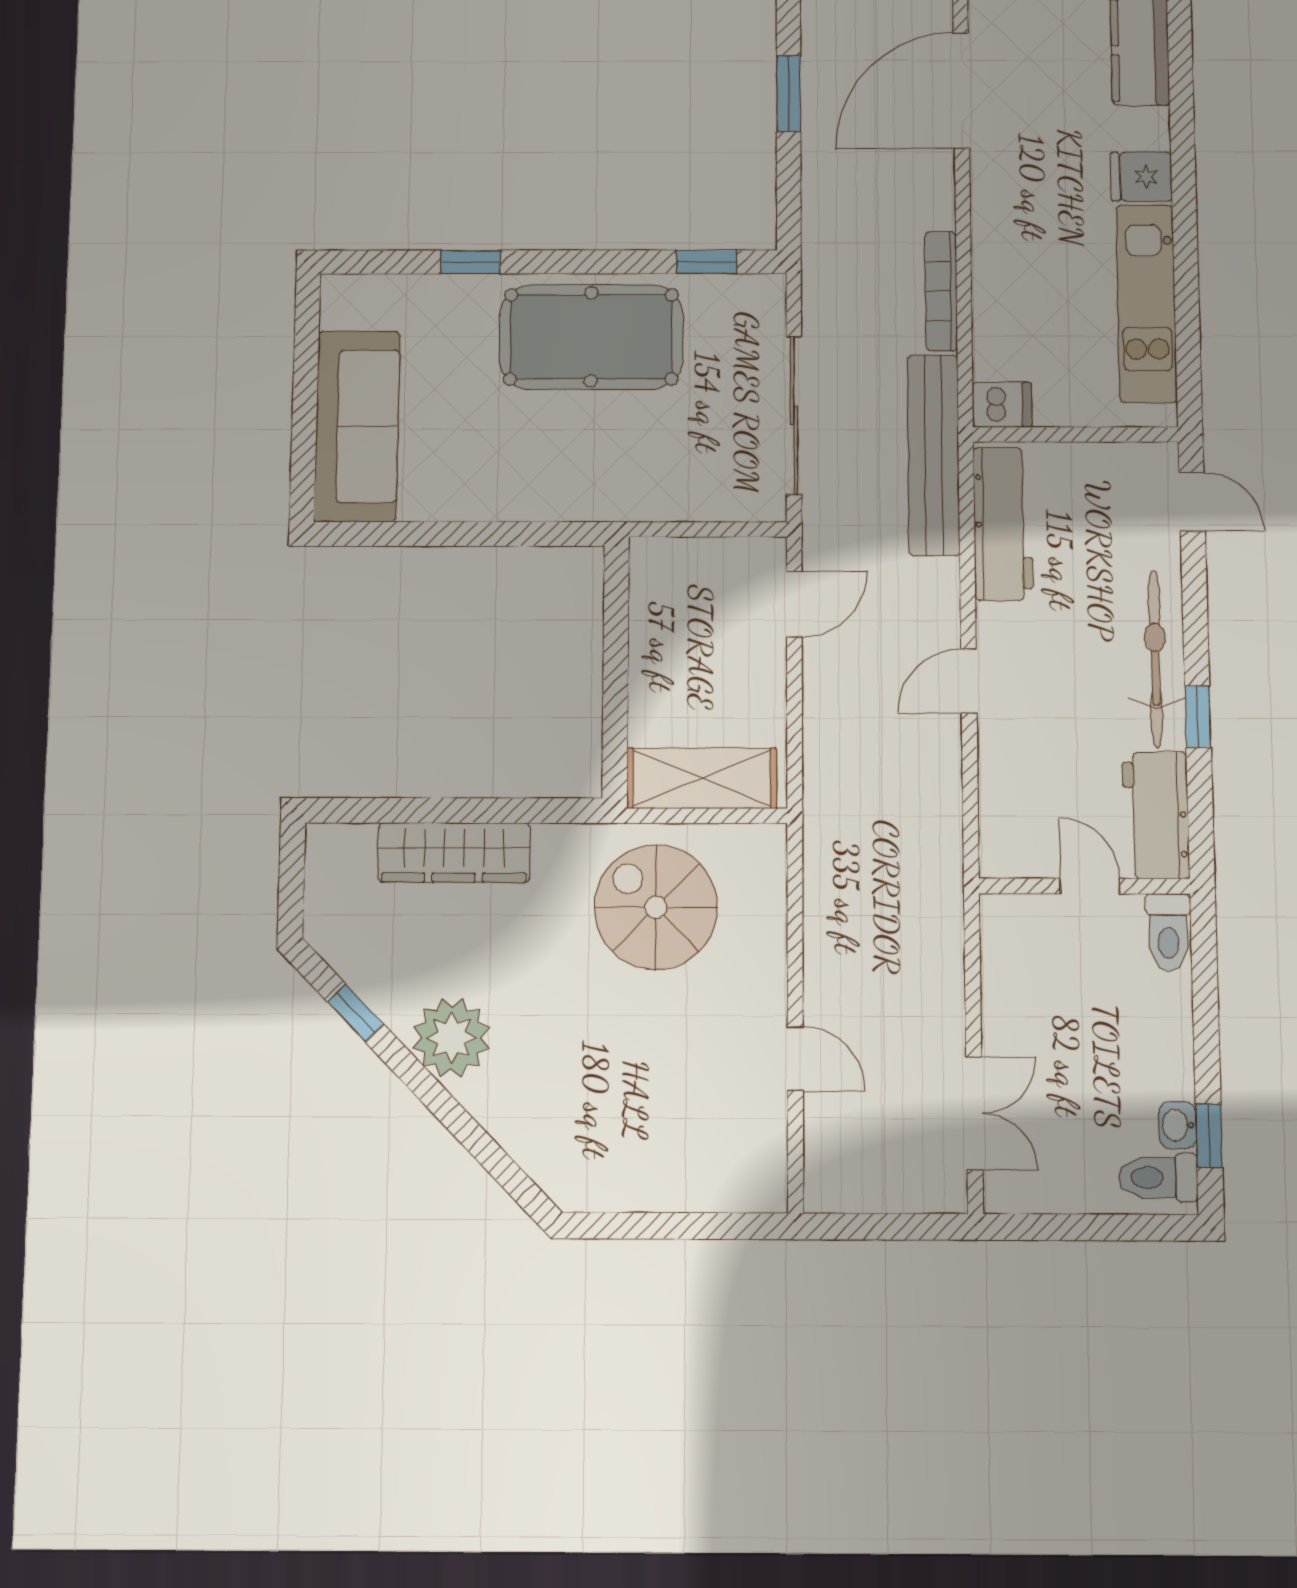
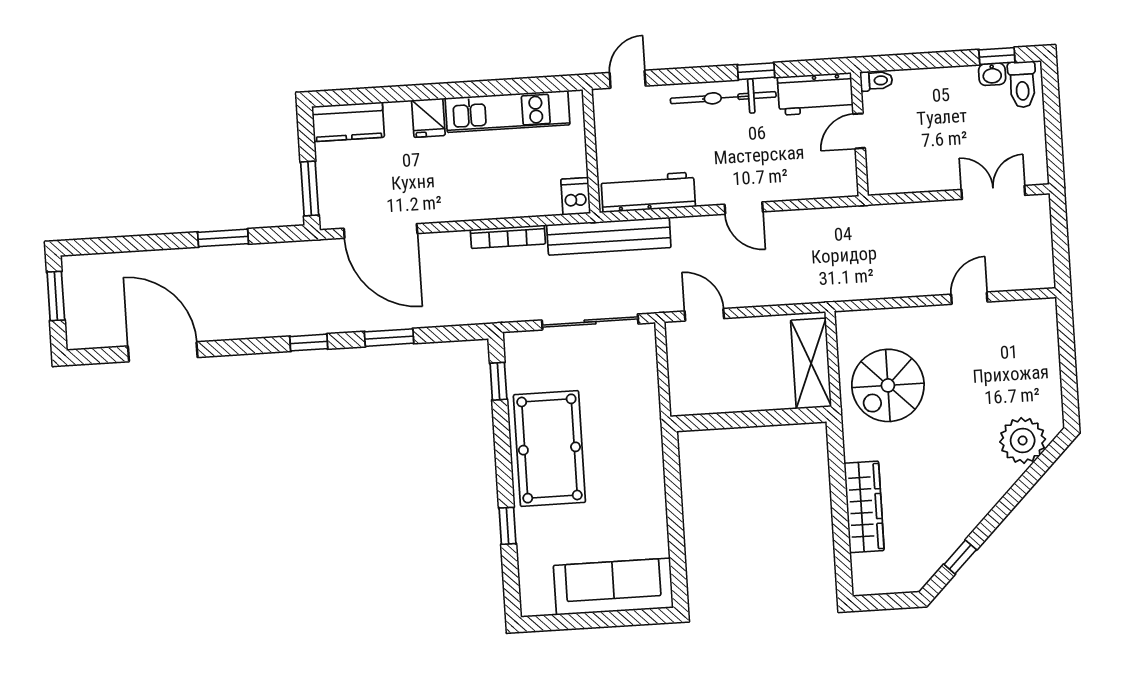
toilet: (1168, 932) -> (876, 81), width x0.73, depth x0.72
plant: (452, 1038) -> (1023, 440), moved

